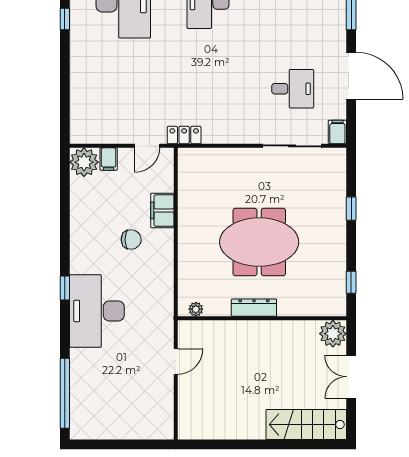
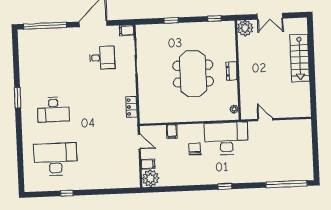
desk: (293, 89) -> (102, 58), turned 90
locker: (184, 135) -> (131, 107), moved
filing cabinet: (162, 210) -> (172, 131), width x0.50
dresser: (254, 308) -> (232, 71), width x0.70
desk: (97, 311) -> (226, 138), moved, turned 180
stairs: (306, 424) -> (300, 58), moved

